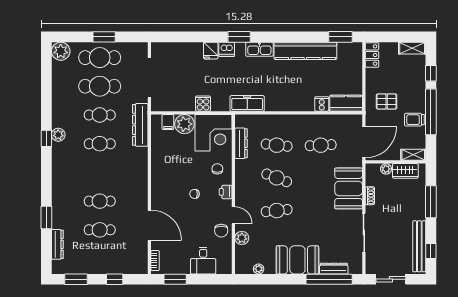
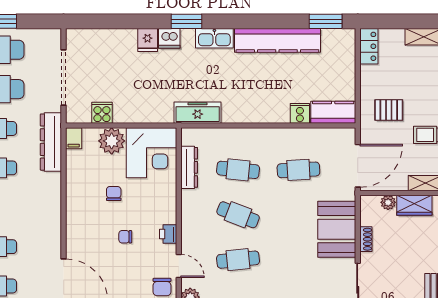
cooker: (203, 104) -> (102, 113), moved
filing cabinet: (168, 122) -> (74, 138), moved
chair: (217, 169) -> (114, 194), moved

